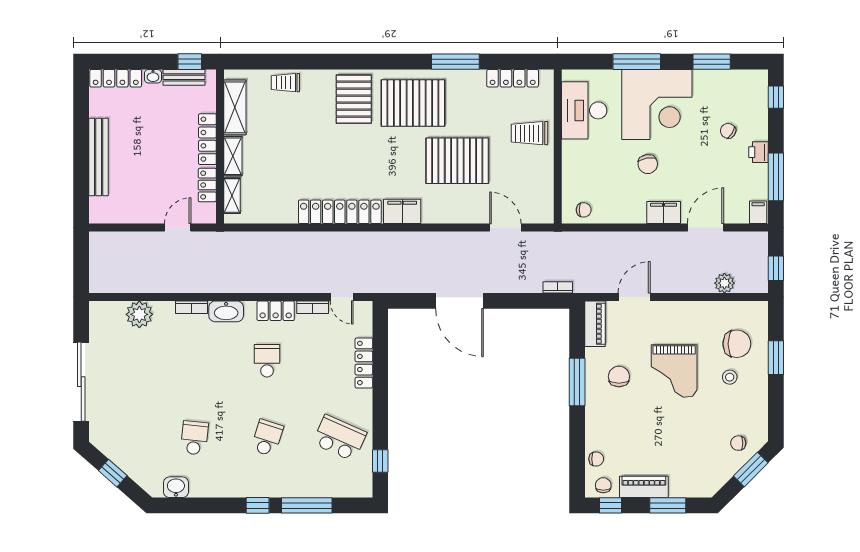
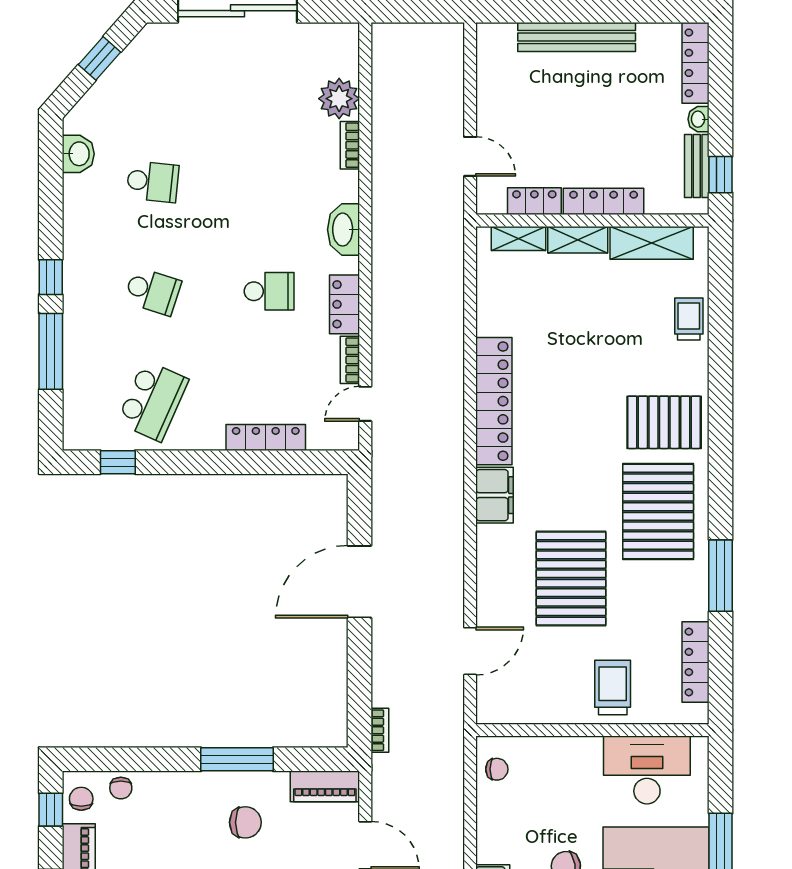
chair: (584, 210) -> (497, 769), turned -90
bookcase: (192, 307) -> (350, 145), moved
chair: (603, 485) -> (81, 799), turned -90

